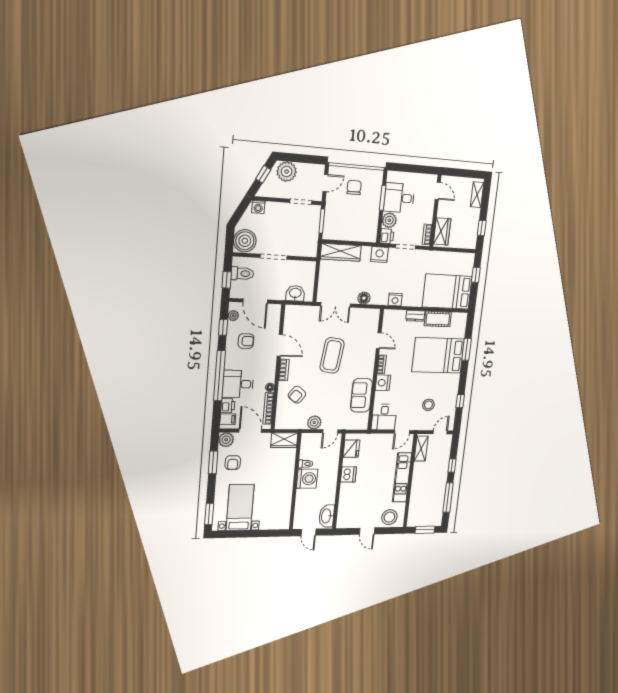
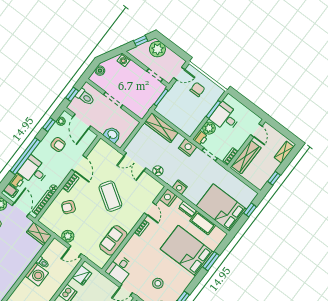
wardrobe: (442, 231) -> (246, 157), width x1.50
boiler: (245, 241) -> (100, 71), width x0.54, depth x0.54
coffee table: (332, 355) -> (110, 196), turned -64
nightstand: (383, 383) -> (168, 198), moved

